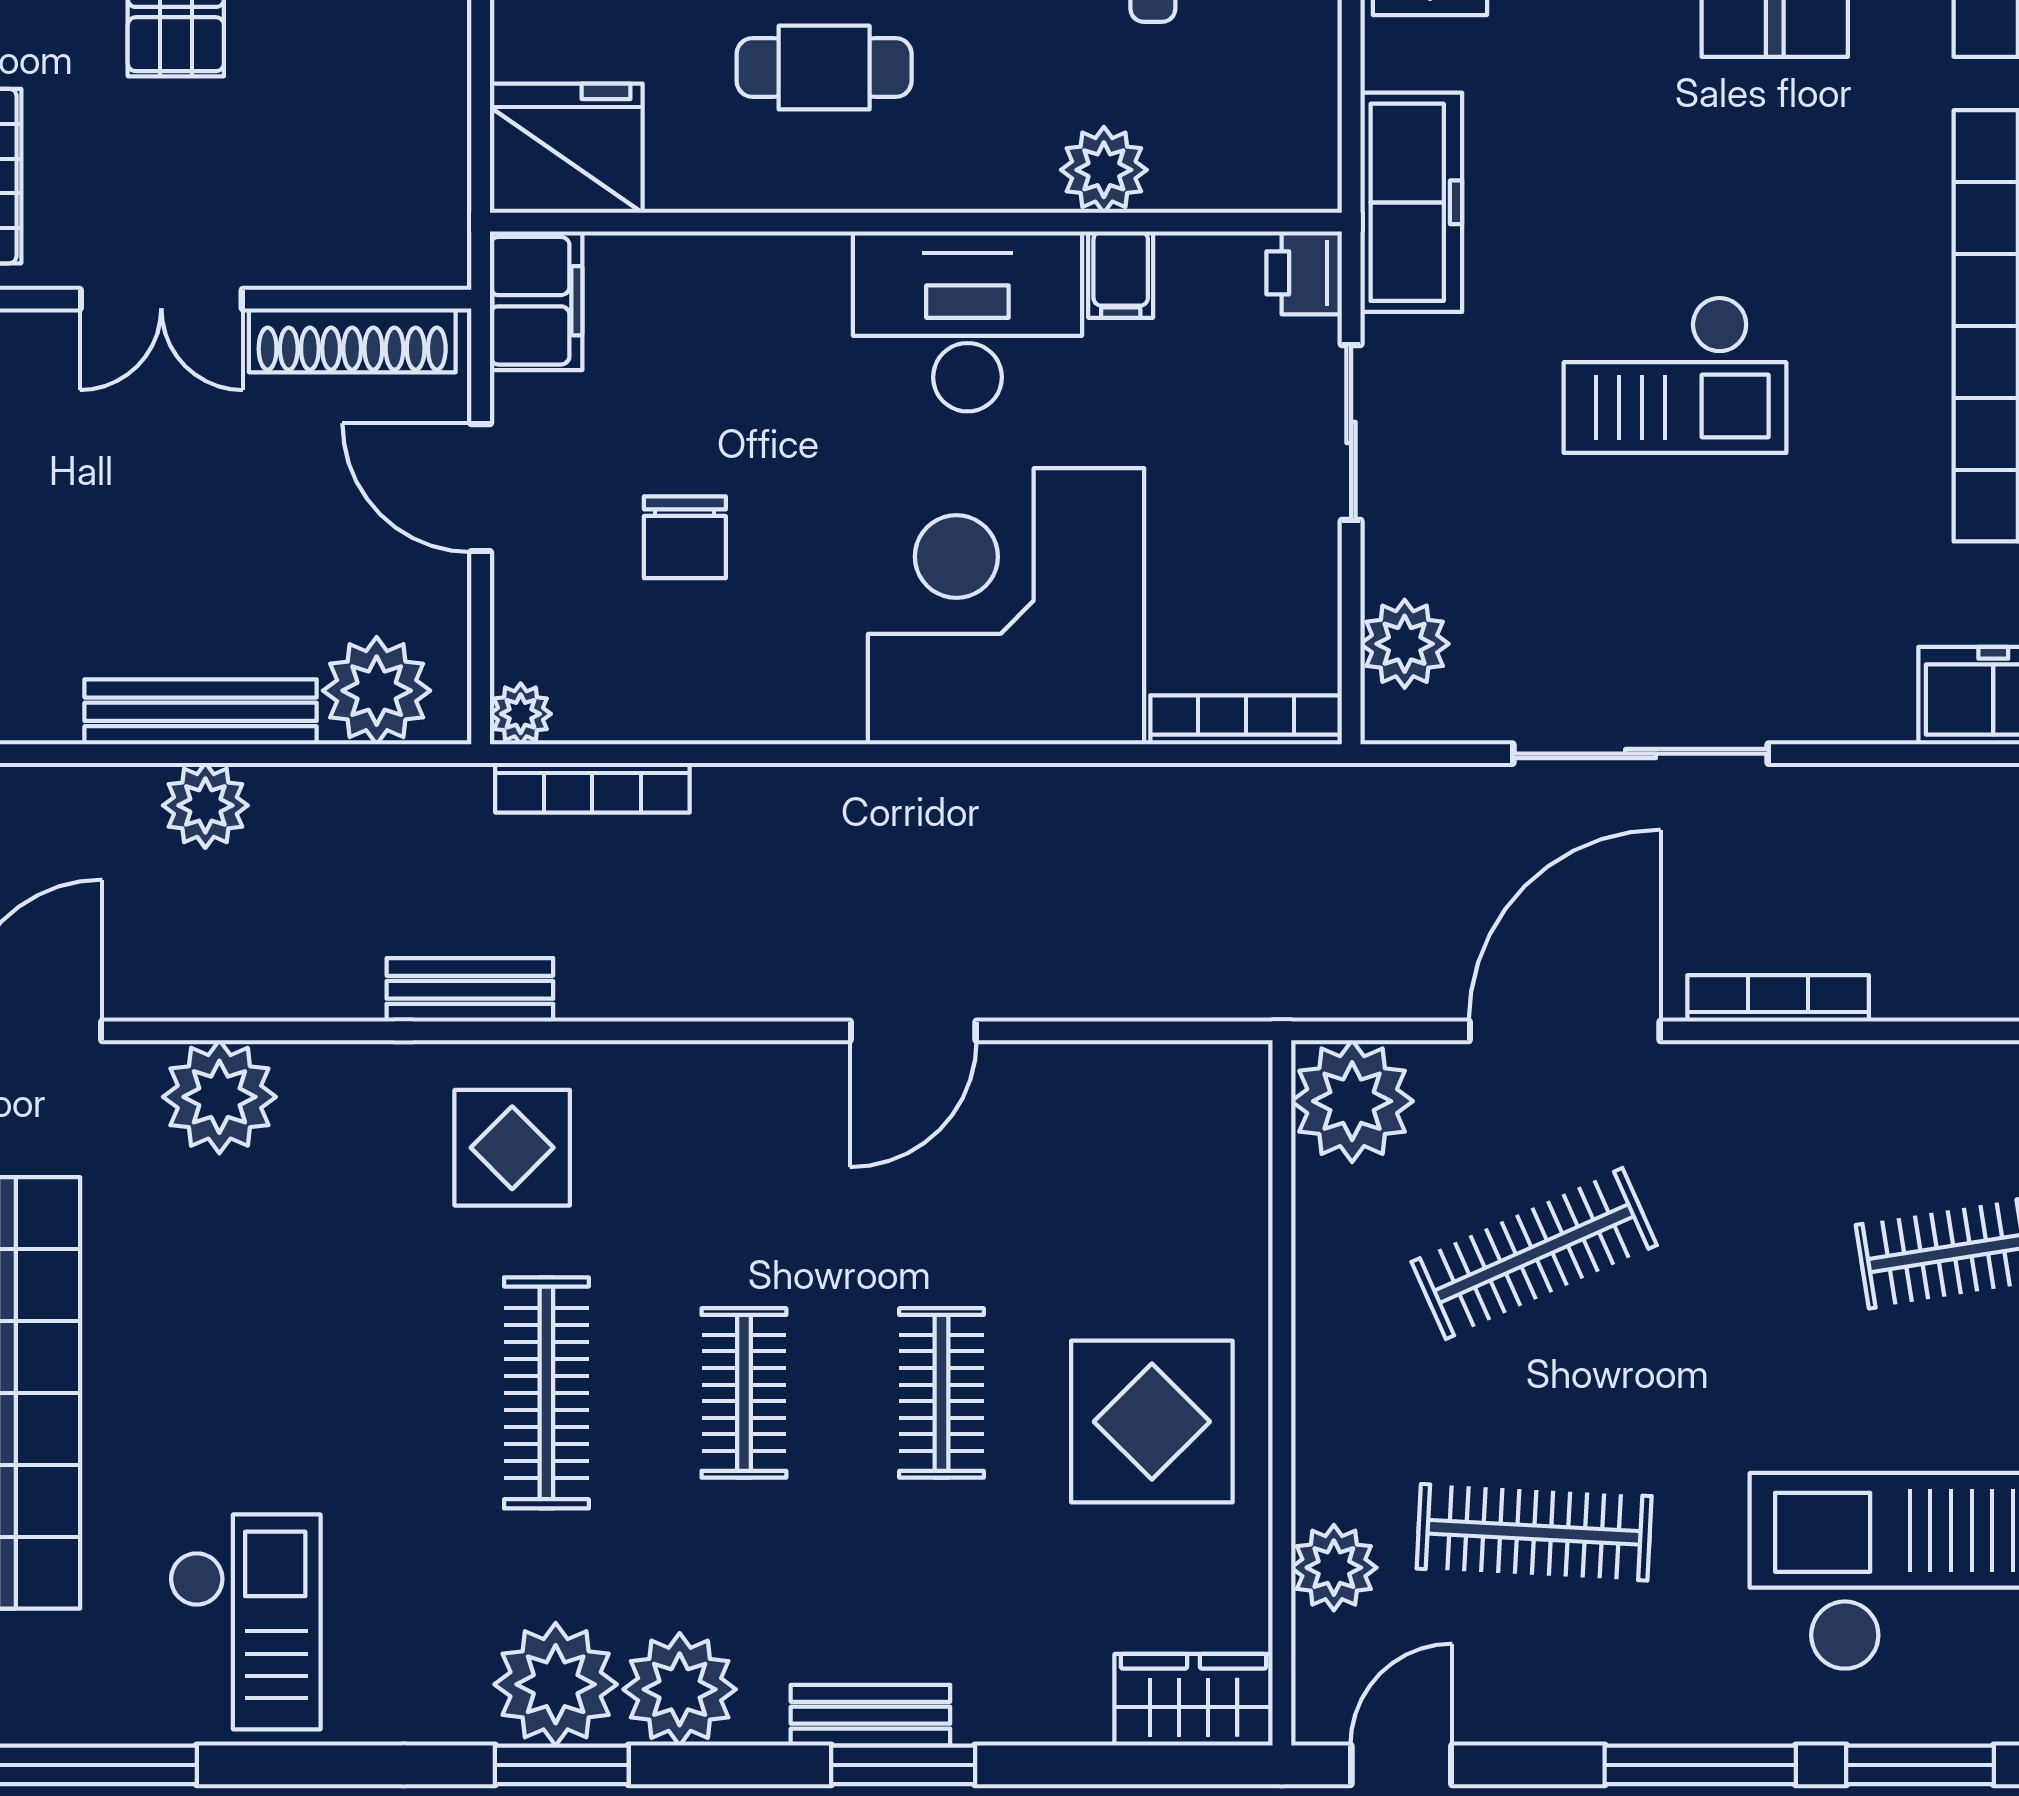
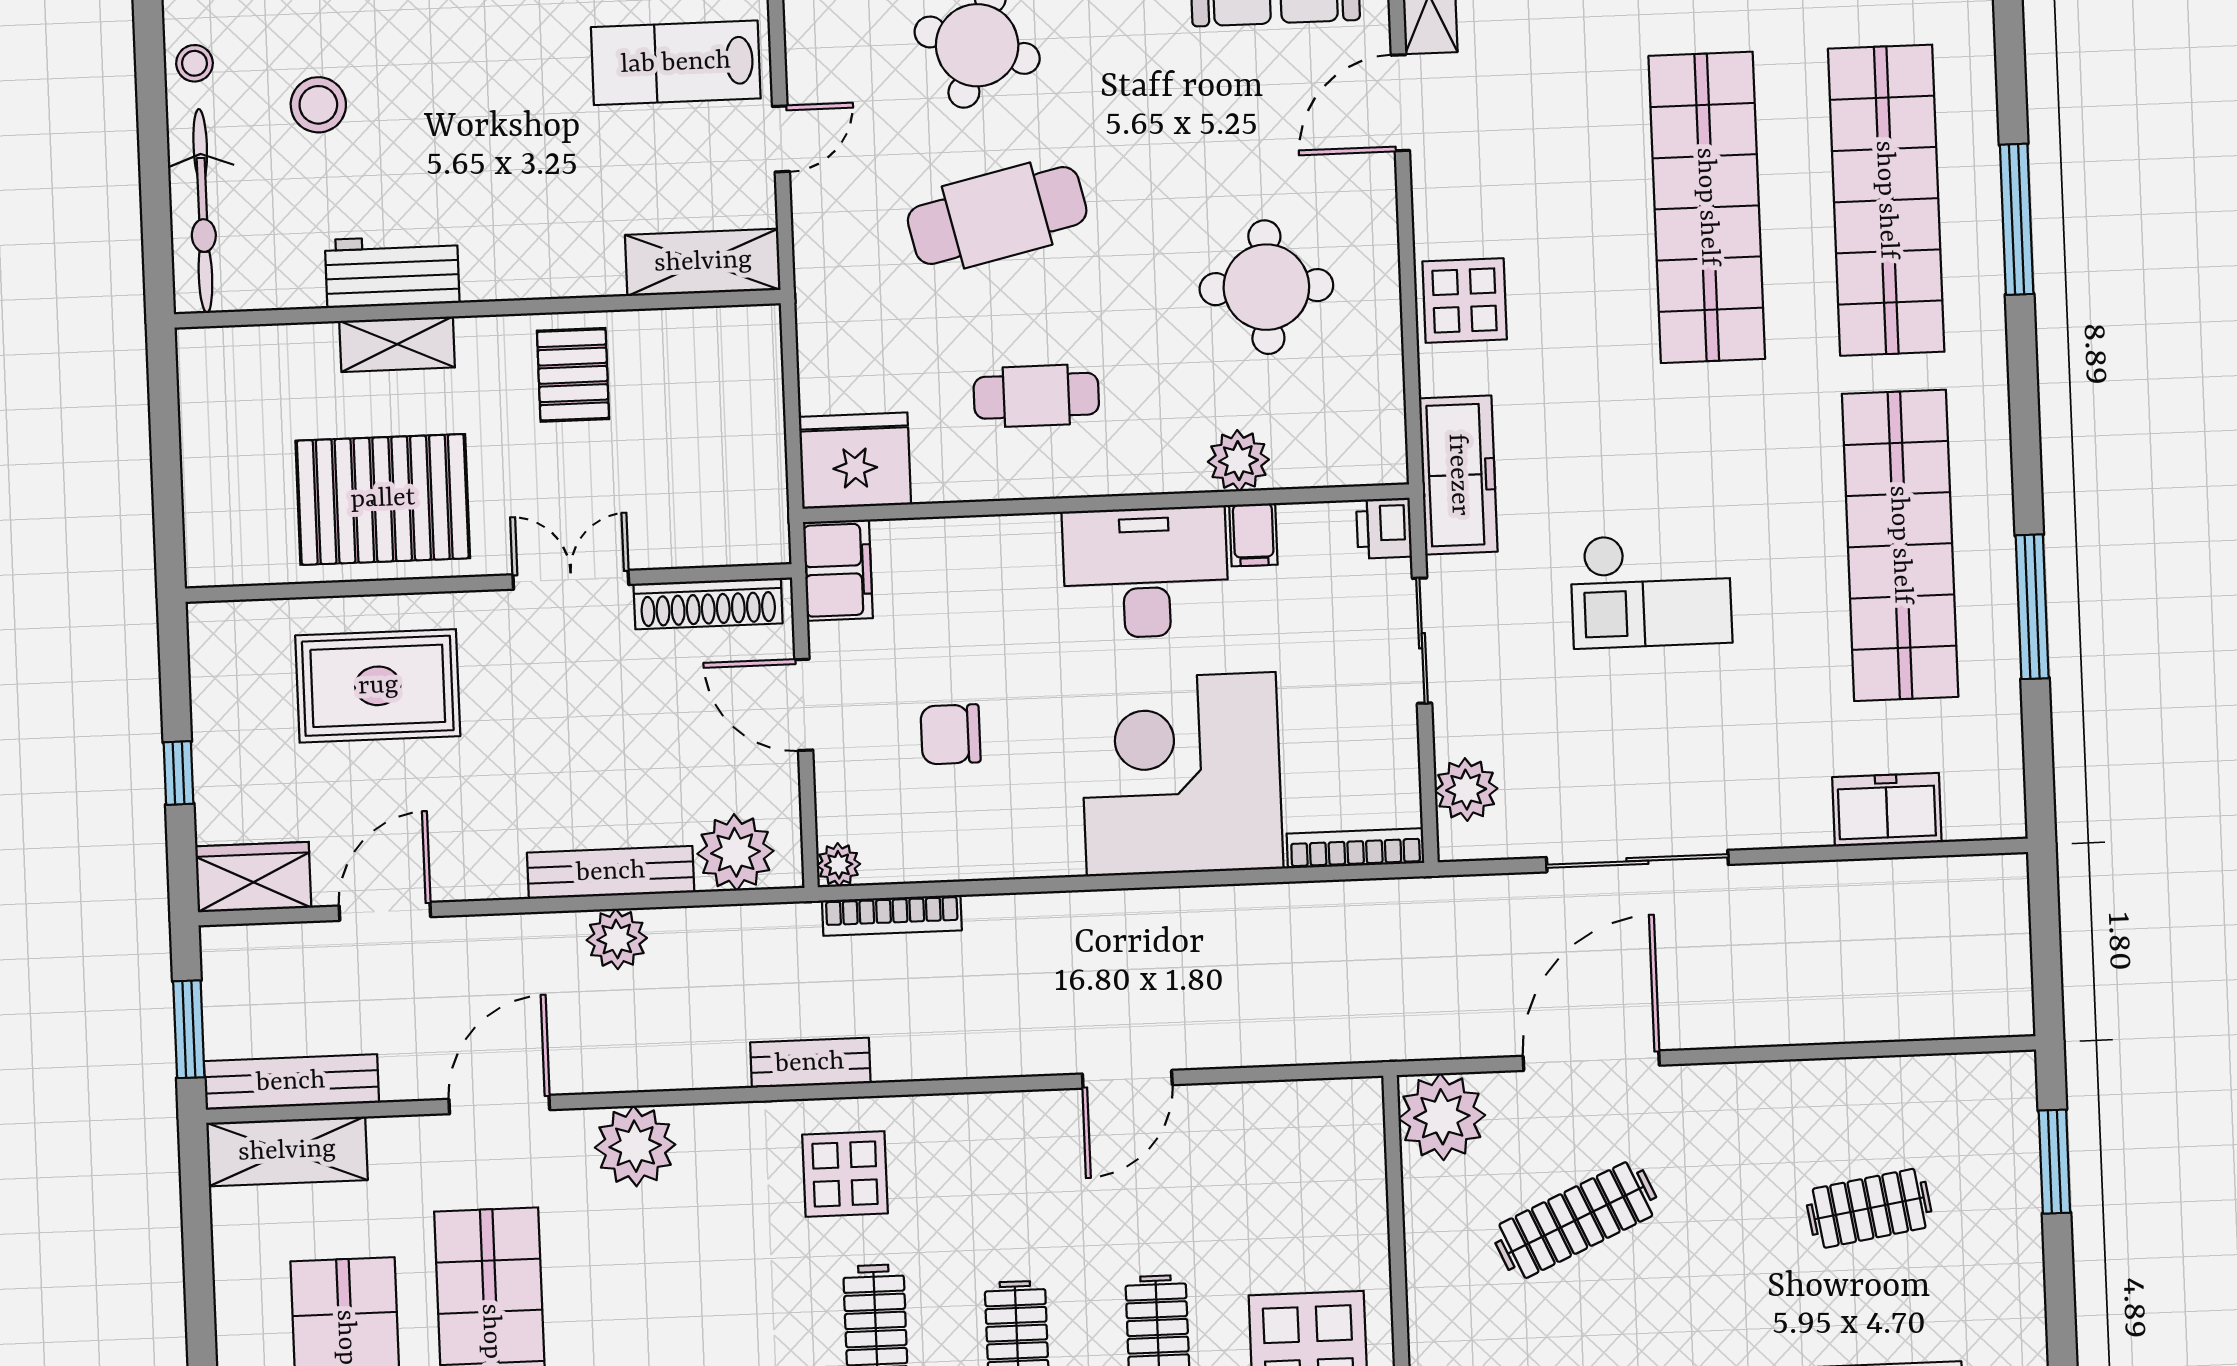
double door: (161, 299) -> (571, 580), swing flipped
chair: (685, 537) -> (951, 734), turned 90
bookcase: (1778, 998) -> (1742, 1031), removed

